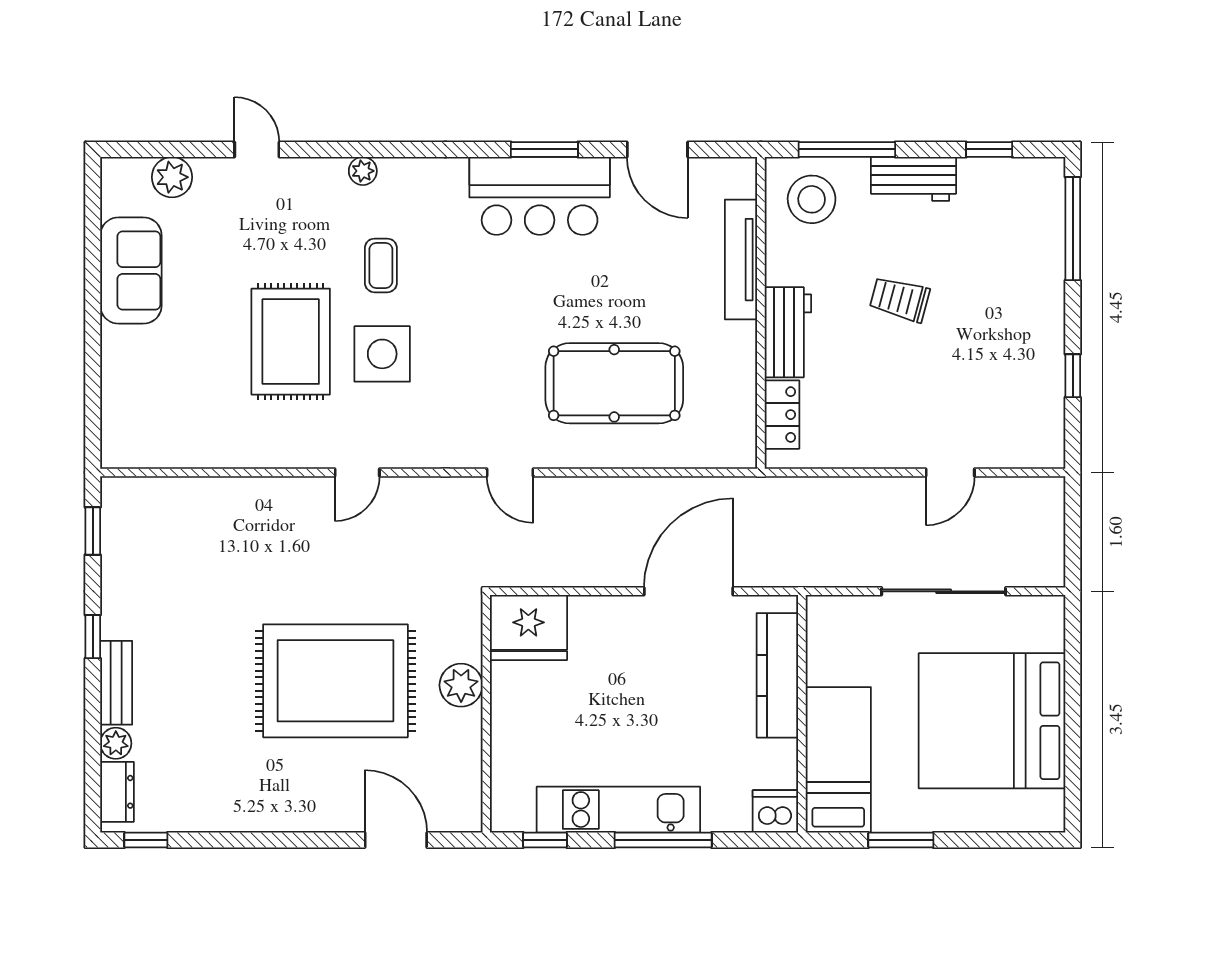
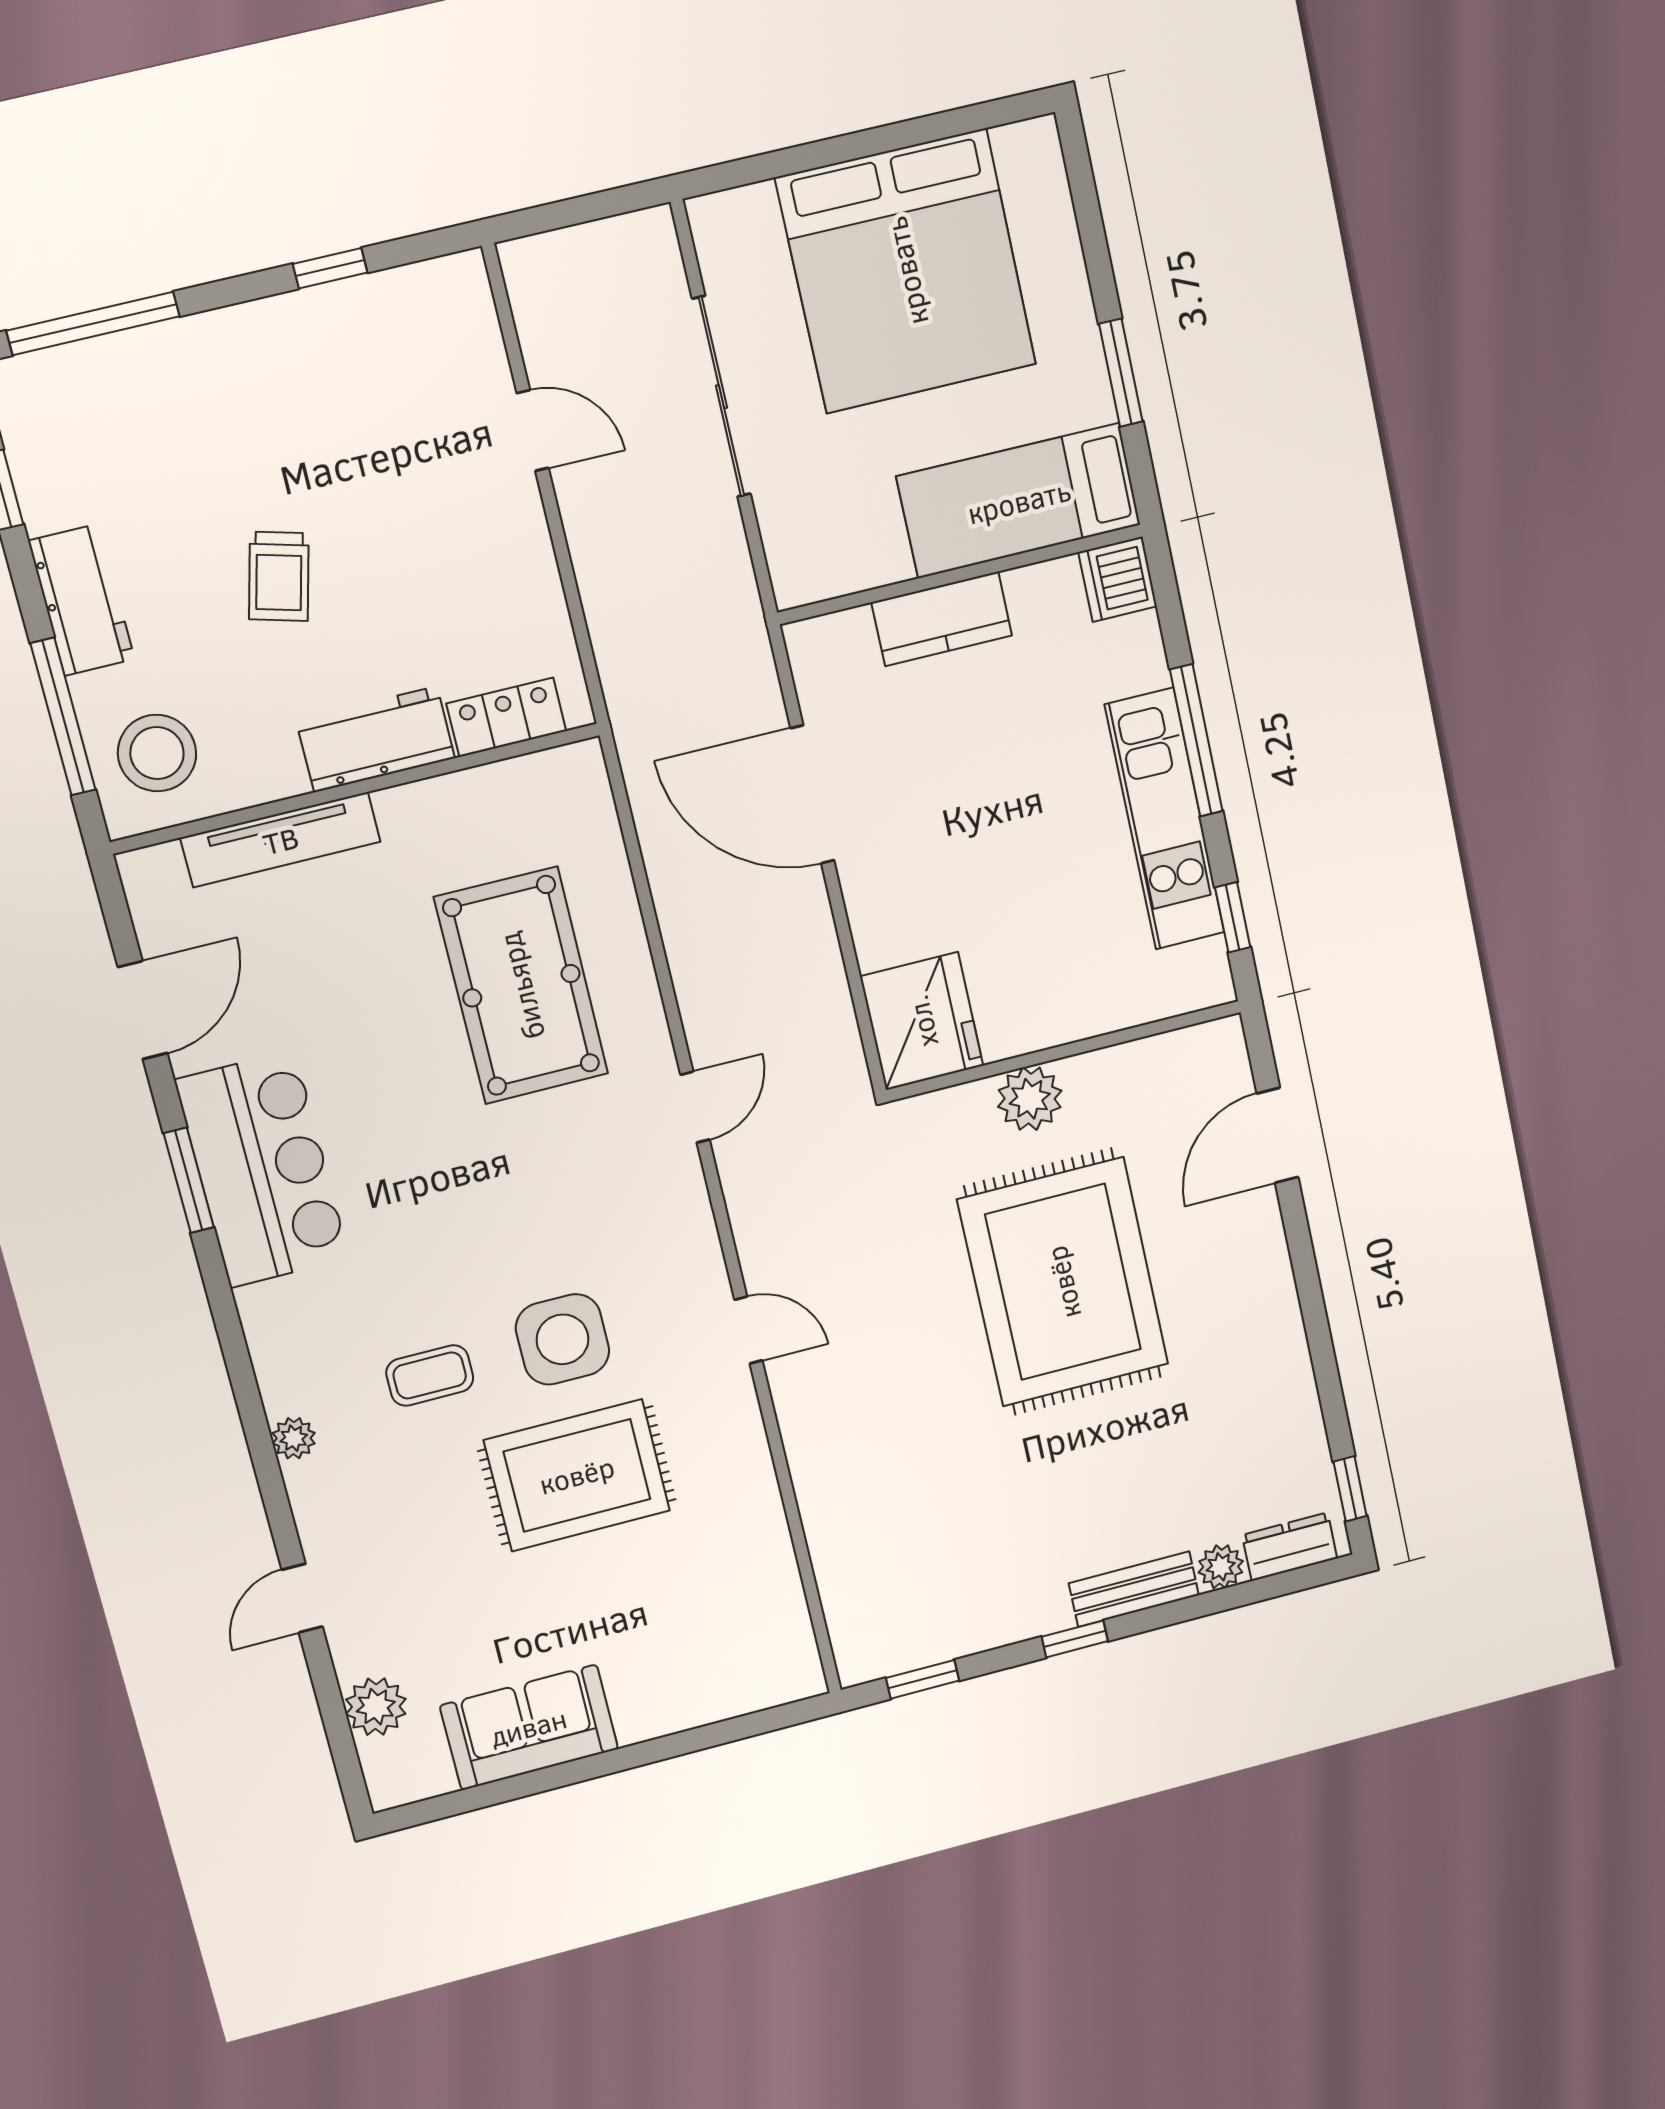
kitchen counter: (777, 675) -> (942, 619), width x0.67

